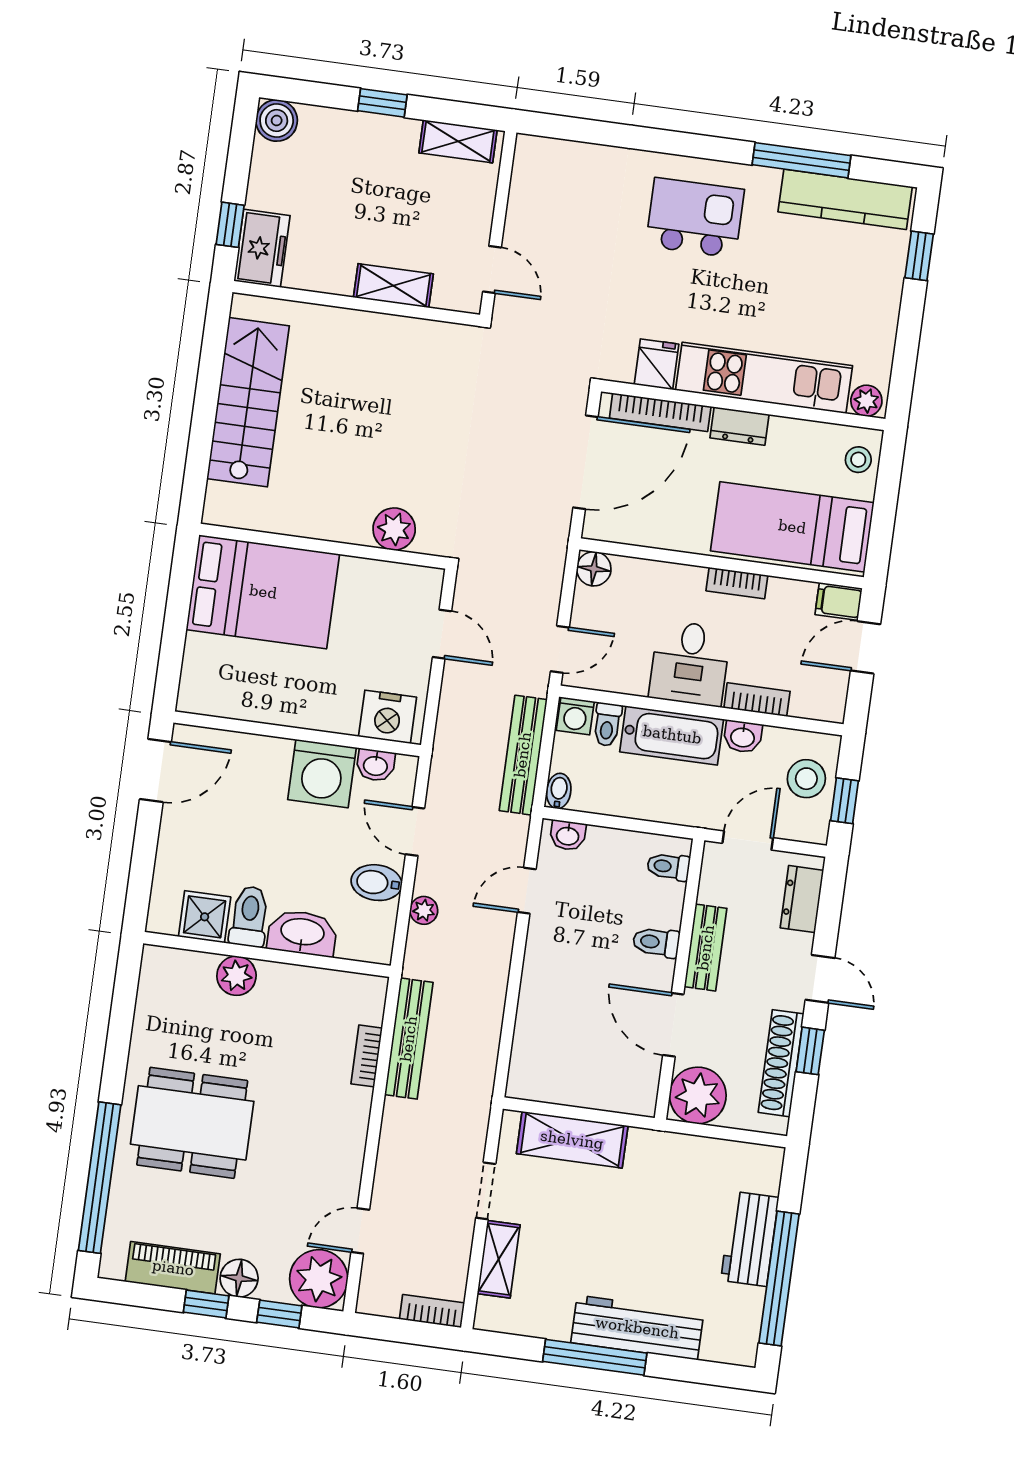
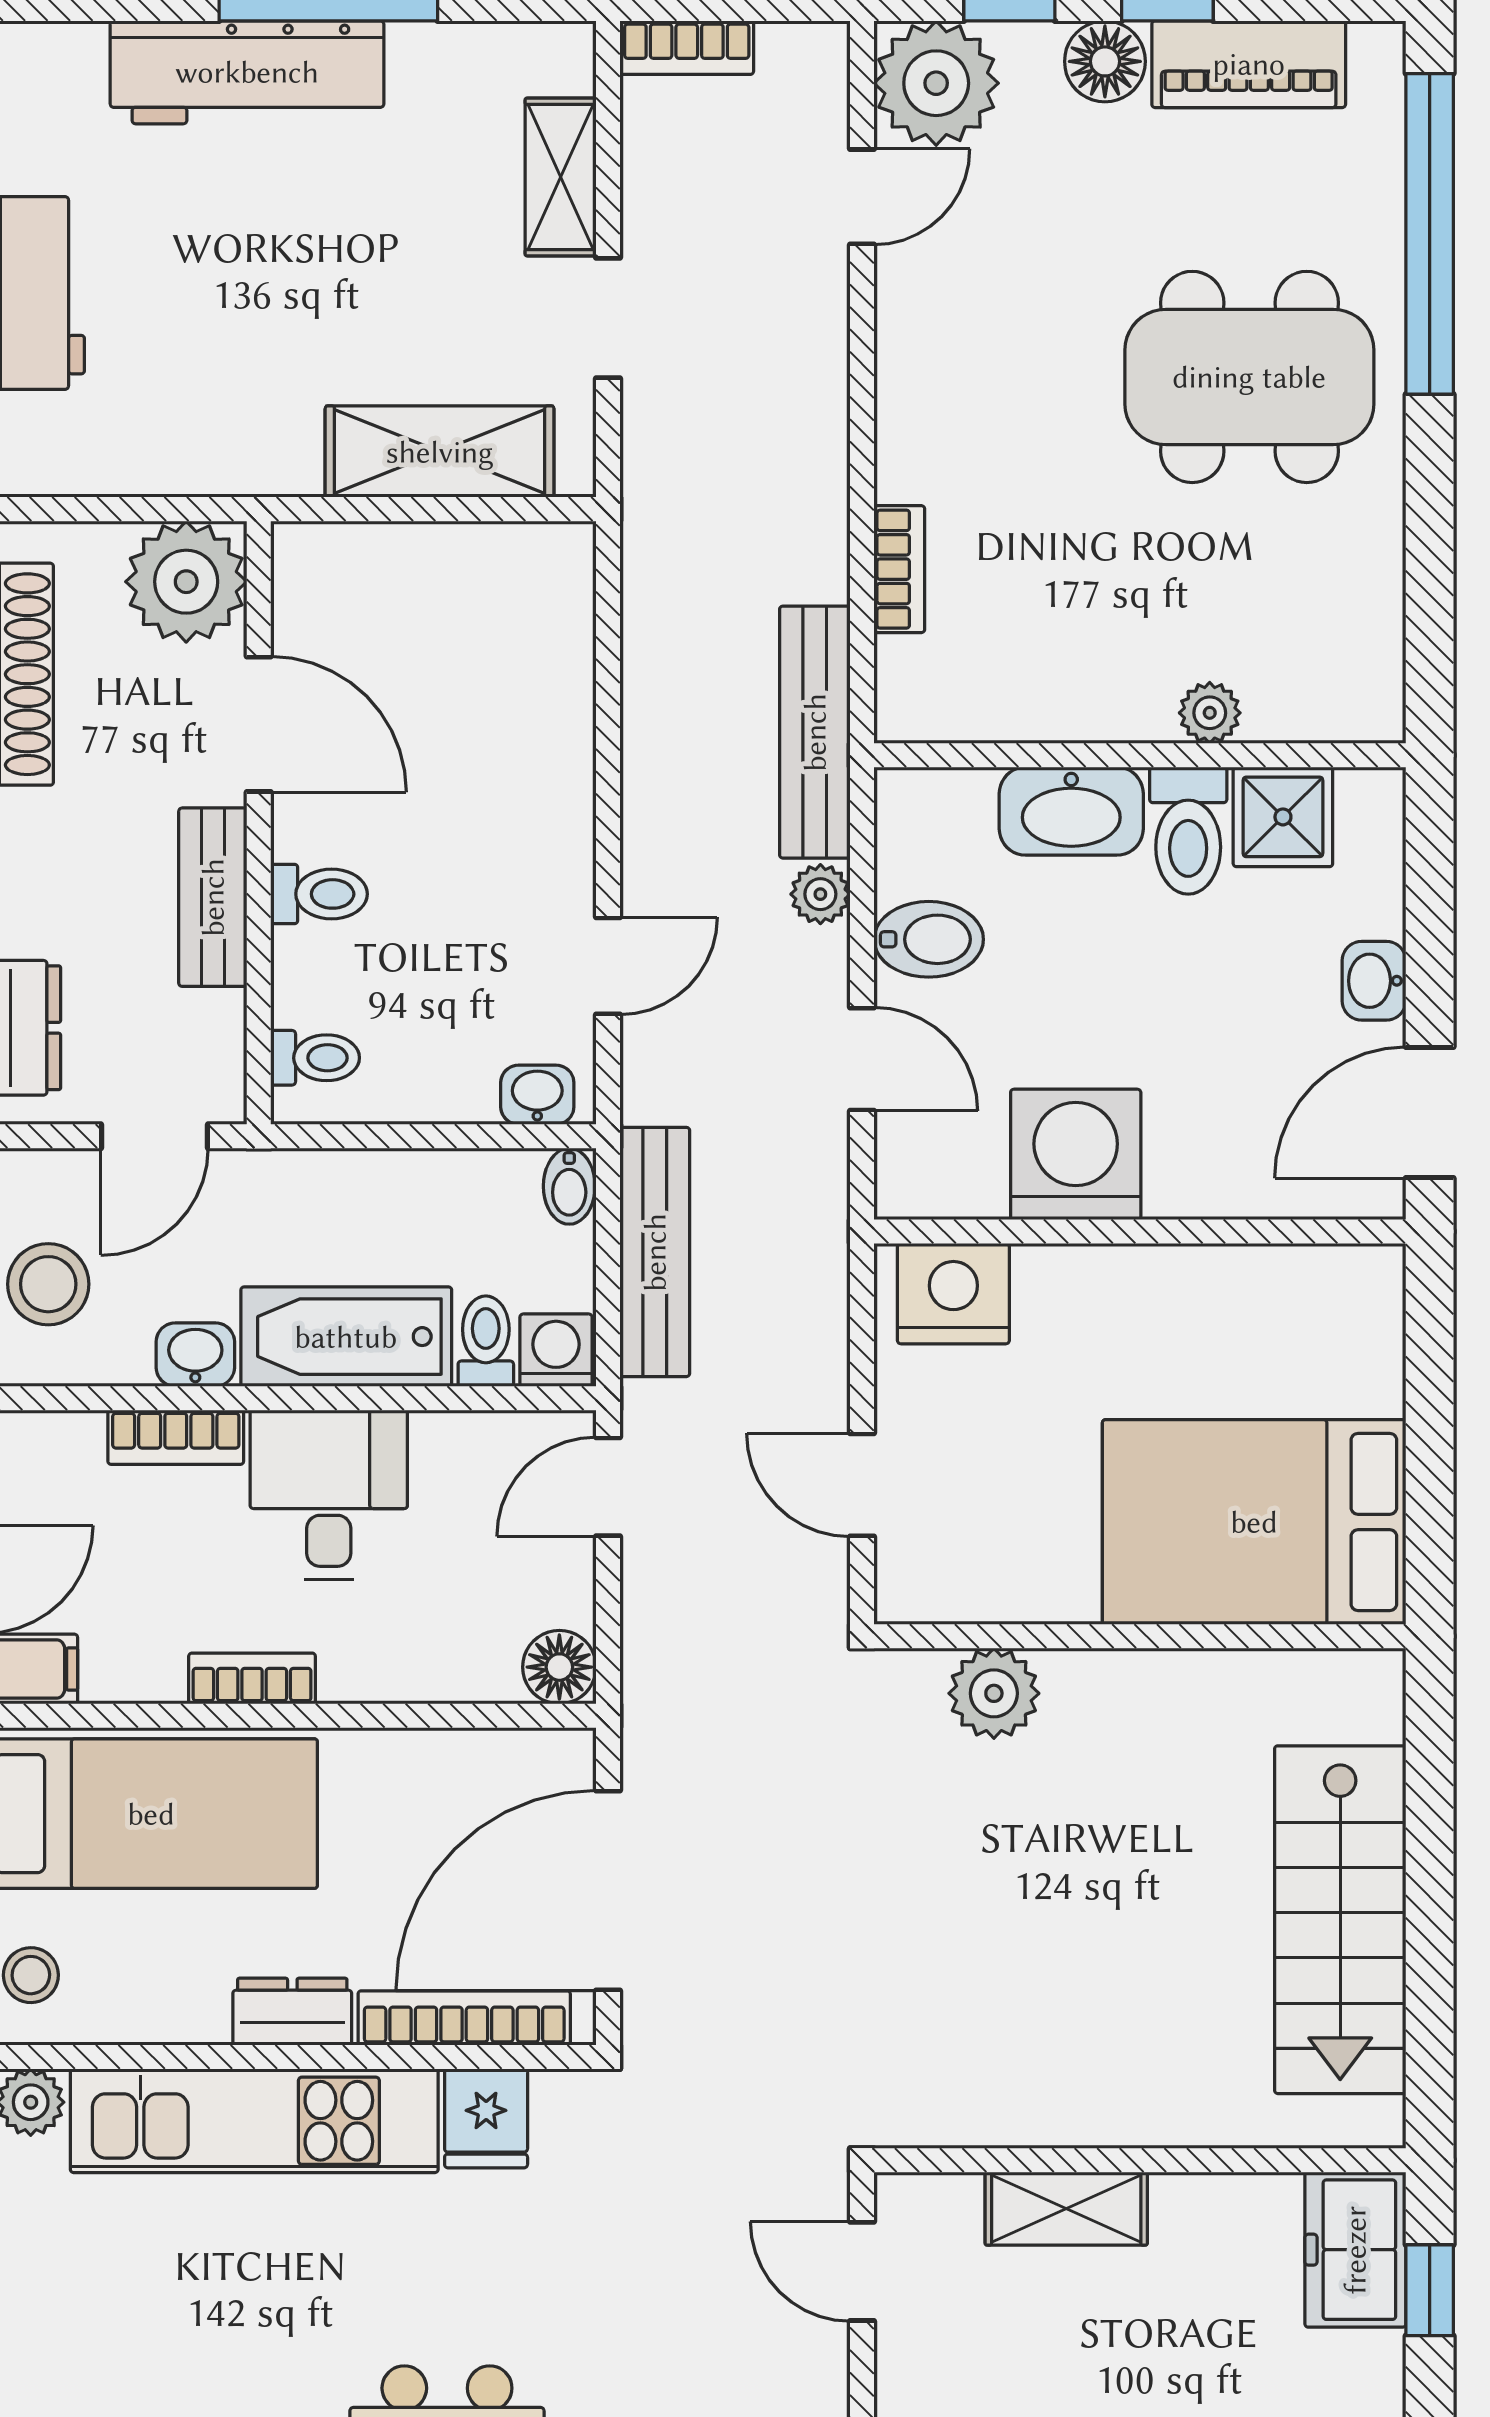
washbasin: (376, 765) -> (1374, 981), moved, turned -90
plant: (236, 976) -> (1210, 713), width x0.73, depth x0.73
bench: (409, 1039) -> (815, 732), moved

